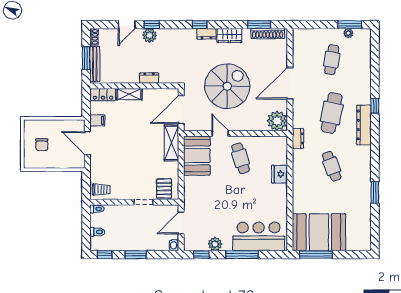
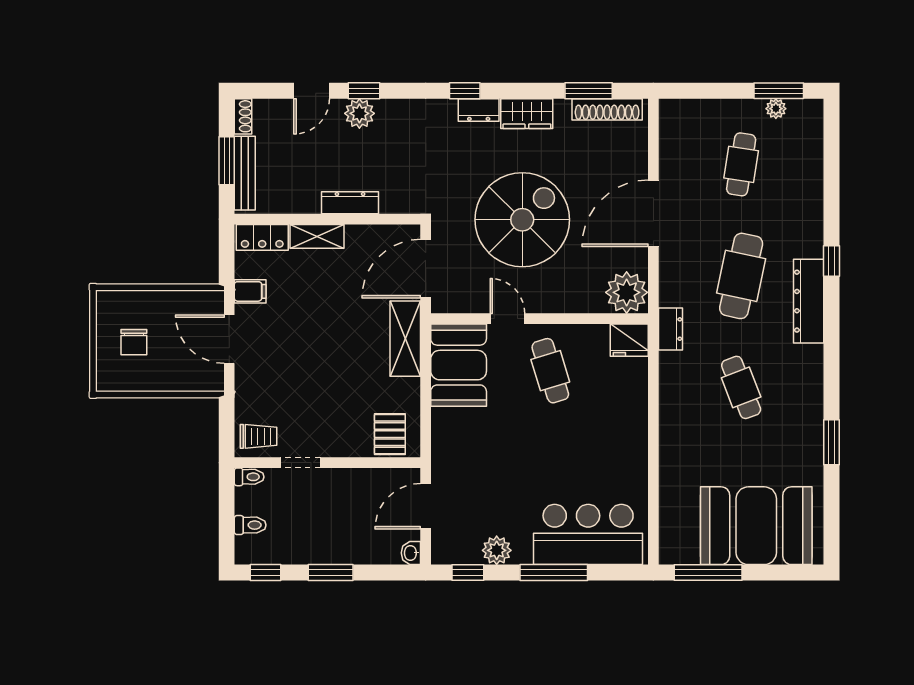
dresser: (149, 78) -> (350, 203), width x1.44
fridge: (280, 174) -> (629, 340), moved, turned -90
doorway: (143, 202) -> (300, 463), moved
booth: (319, 232) -> (756, 526), moved

